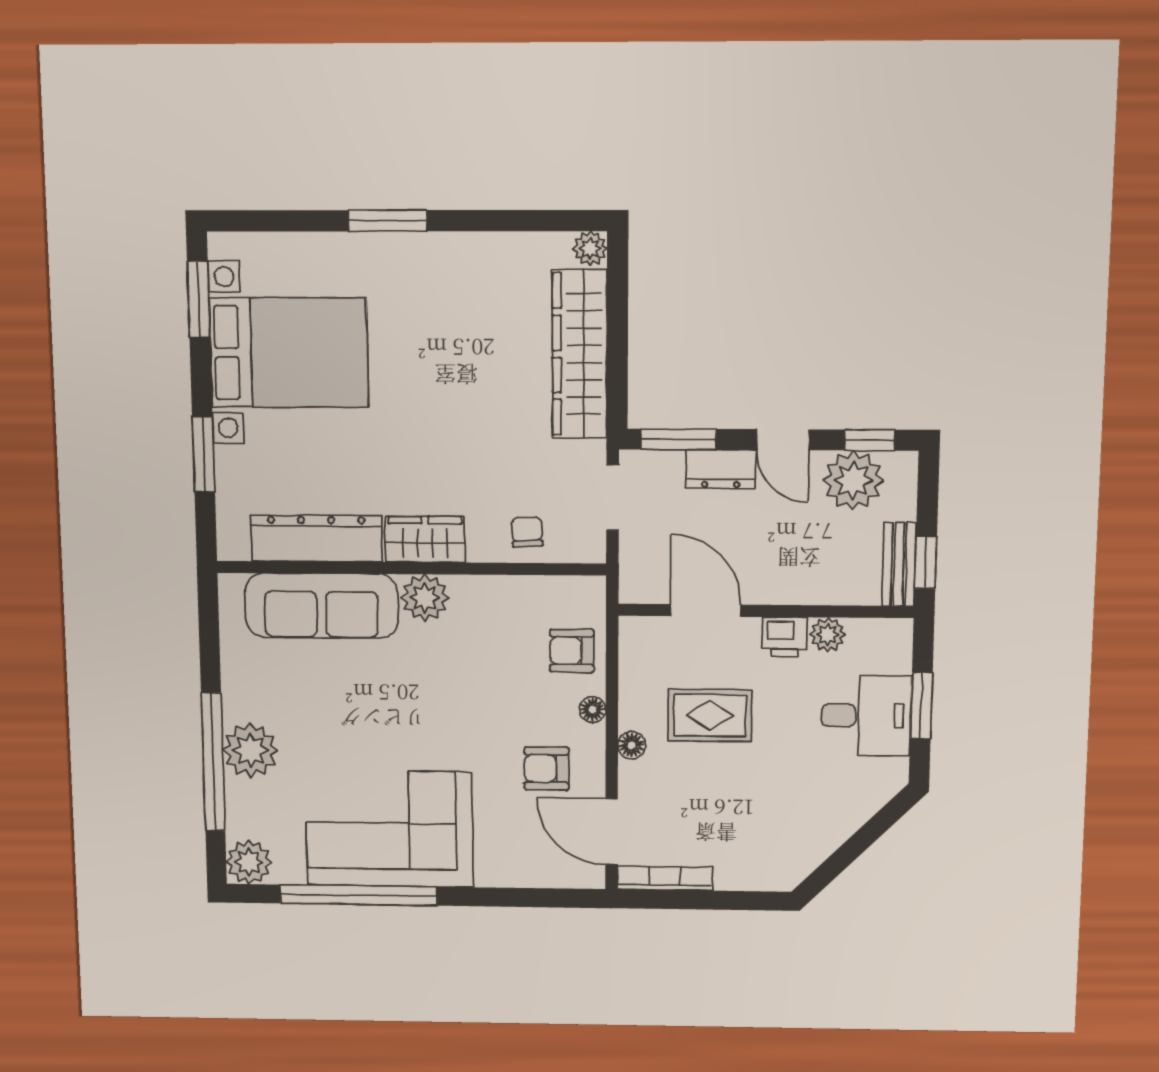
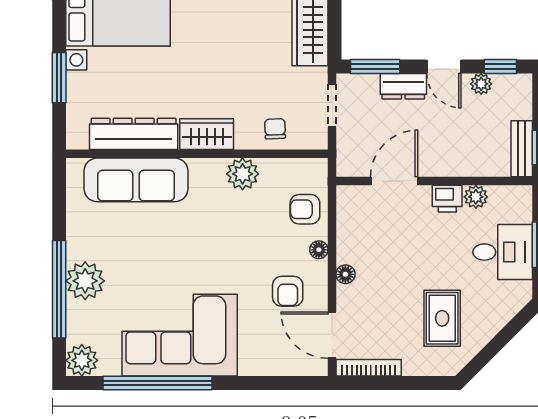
plant: (853, 480) -> (481, 84), width x0.53, depth x0.53
plant: (425, 598) -> (243, 174), moved
door: (705, 610) -> (394, 181), hinge flipped
rug: (710, 715) -> (442, 318), moved, turned 90
armchair: (547, 769) -> (288, 291), turned -90

